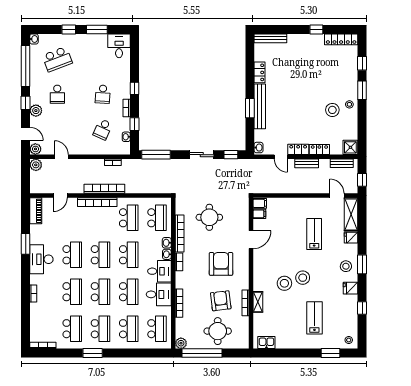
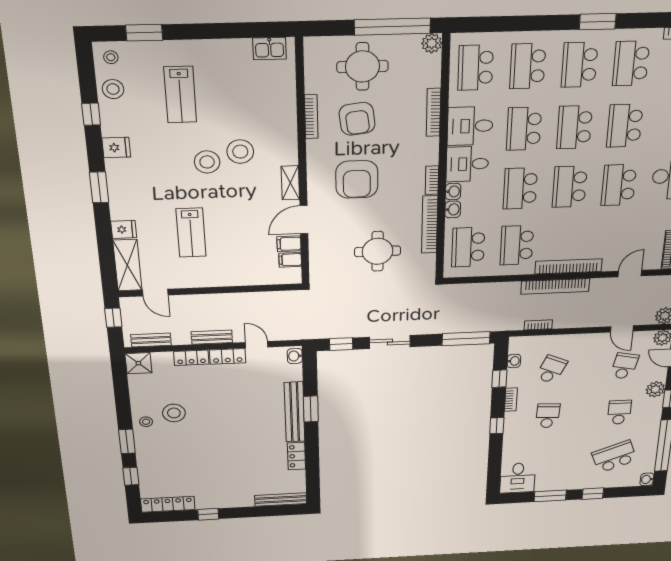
school desk: (57, 129) -> (624, 366), added
filing cabinet: (260, 203) -> (289, 244), moved
stool: (346, 266) -> (113, 89), moved
shelving: (258, 302) -> (290, 183), moved

